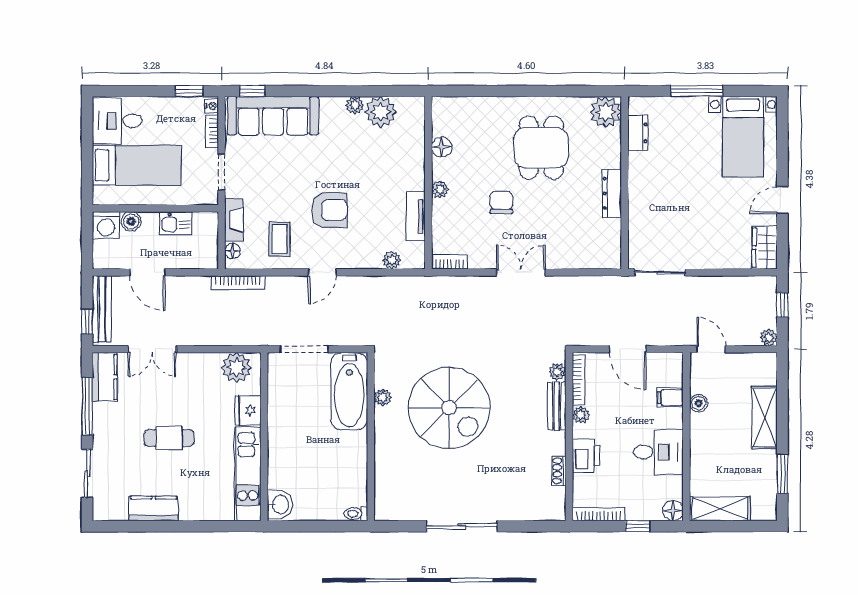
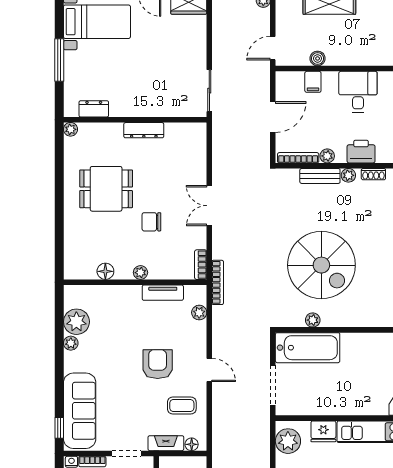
plant: (606, 112) -> (71, 129), width x0.53, depth x0.53
bookcase: (238, 282) -> (218, 282), moved
plant: (557, 372) -> (348, 175), moved
spiral stairs: (449, 408) -> (321, 265), turned 90

